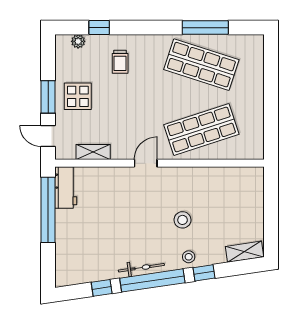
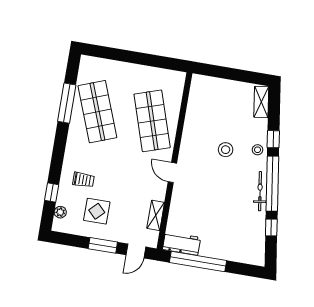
shop shelf: (201, 65) -> (97, 112), turned -39
display table: (78, 96) -> (97, 211), moved

